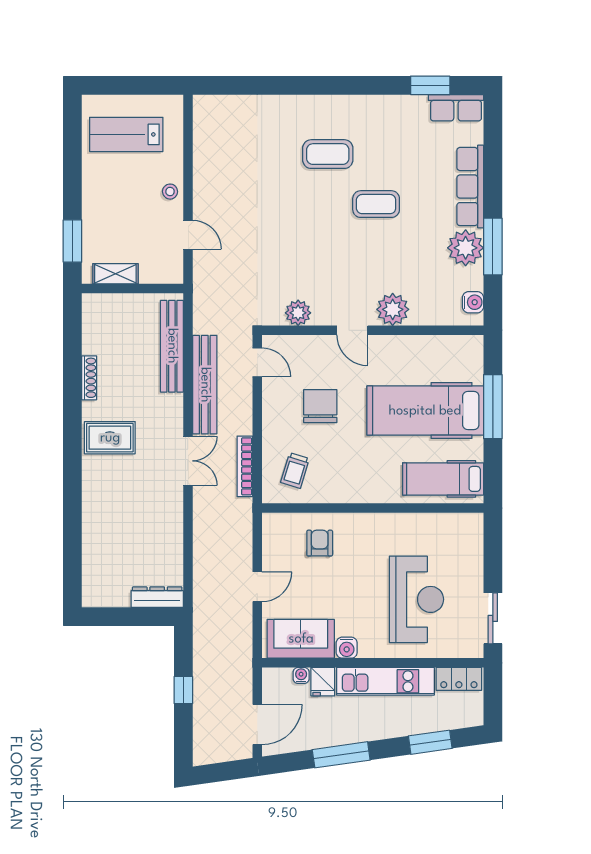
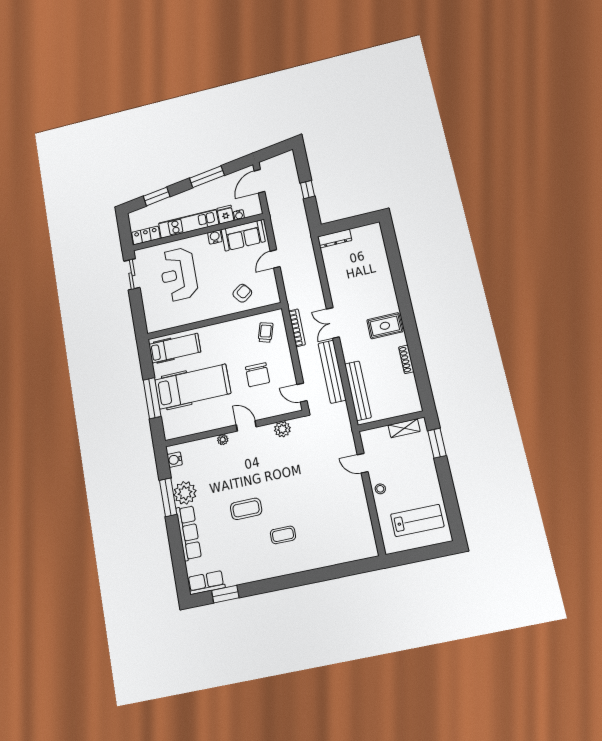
coffee table: (328, 154) -> (283, 535), width x0.73, depth x0.77
plant: (393, 309) -> (223, 440), width x0.53, depth x0.53
armchair: (320, 543) -> (242, 293), turned -126

